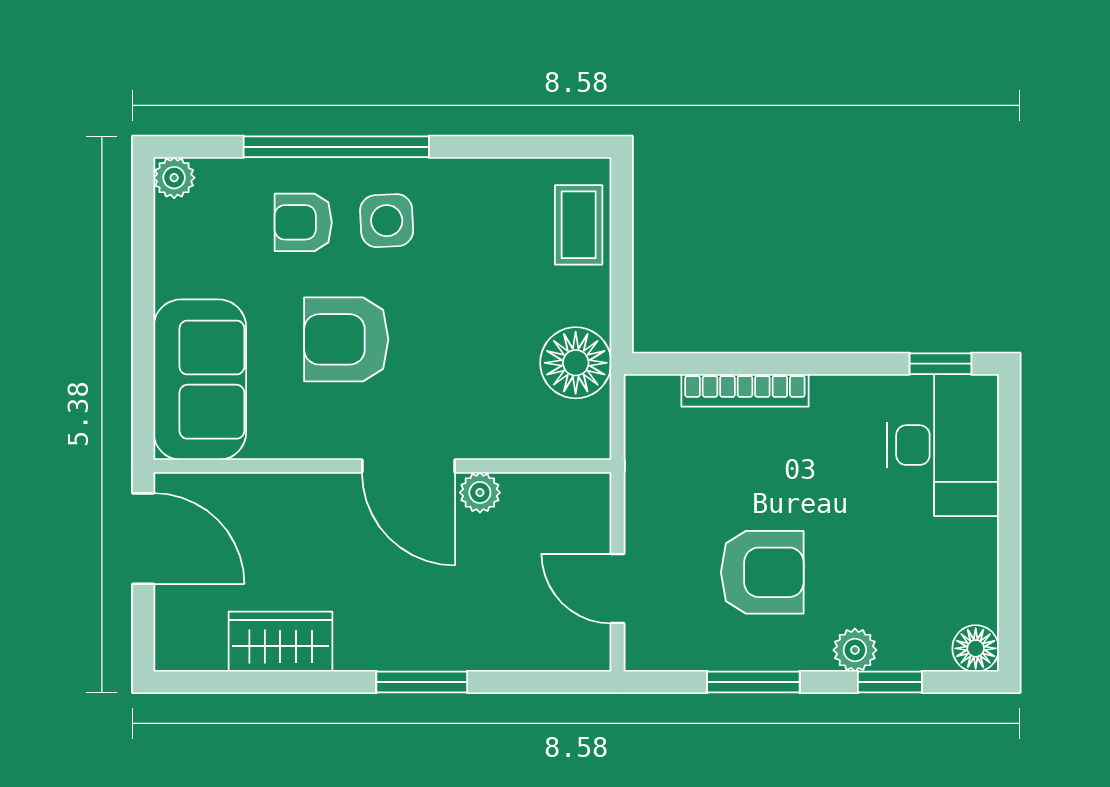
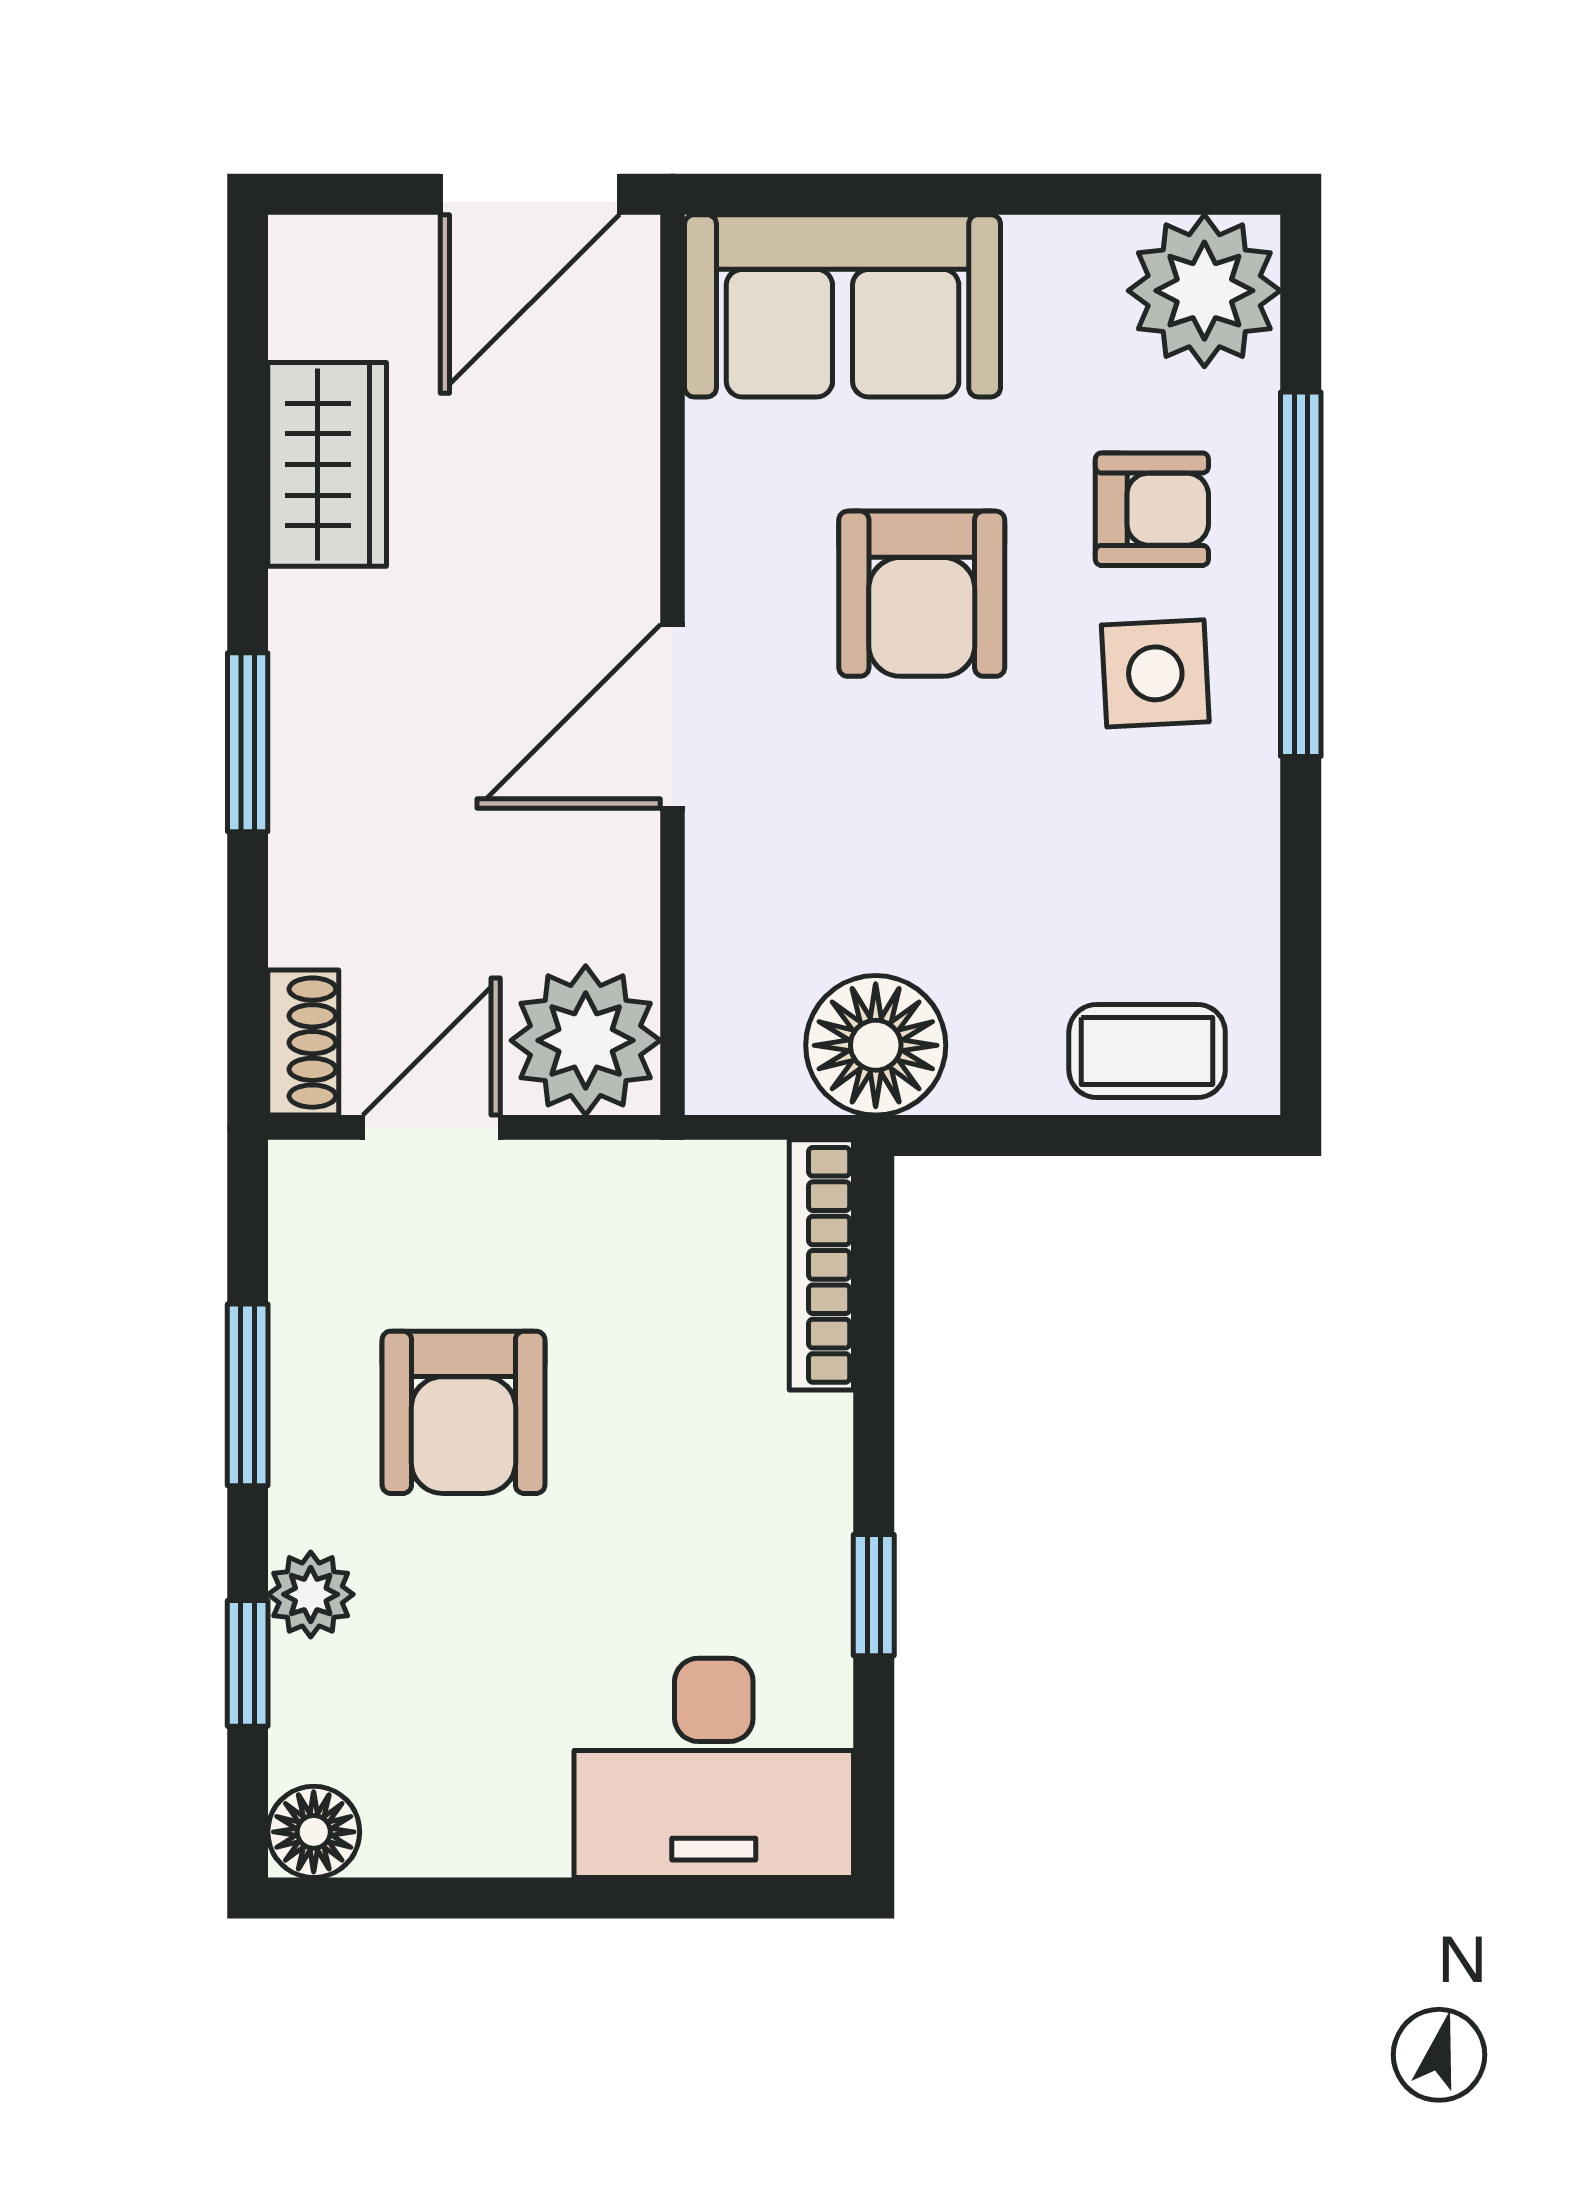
plant: (174, 178) -> (1204, 291), width x1.88, depth x1.88
armchair: (303, 222) -> (1152, 509), turned 90
armchair: (346, 339) -> (922, 594), turned 180
window: (941, 364) -> (874, 1595), moved
bookcase: (745, 390) -> (821, 1265), moved
plant: (480, 493) -> (586, 1040), moved, width x1.87, depth x1.87
shoe rack: (574, 654) -> (303, 1043), added

